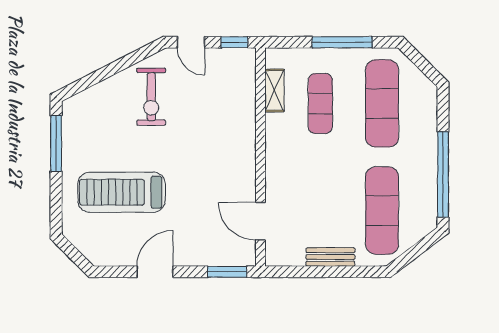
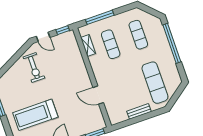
window: (342, 42) -> (100, 17), moved
exercise mat: (382, 103) -> (138, 35), width x0.73, depth x0.69
window: (443, 175) -> (172, 43), moved
door: (260, 221) -> (98, 95), moved

